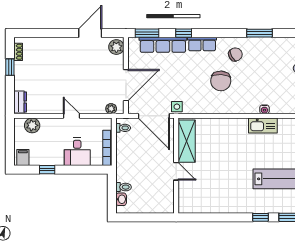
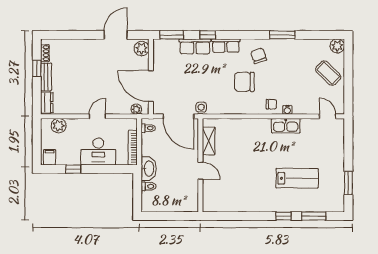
row of seats: (163, 45) -> (195, 46), width x0.68
chair: (235, 54) -> (259, 56), turned -79
bench: (19, 76) -> (46, 77), added
chair: (221, 81) -> (244, 82), turned 86
door: (126, 85) -> (151, 86), swing flipped
chair: (248, 104) -> (271, 104), added
door: (71, 116) -> (97, 116), hinge flipped
shelving: (187, 141) -> (209, 141), width x0.67, depth x0.75
desk: (77, 152) -> (98, 152), width x1.37
washbasin: (121, 199) -> (149, 169), moved, width x1.91, depth x1.45

